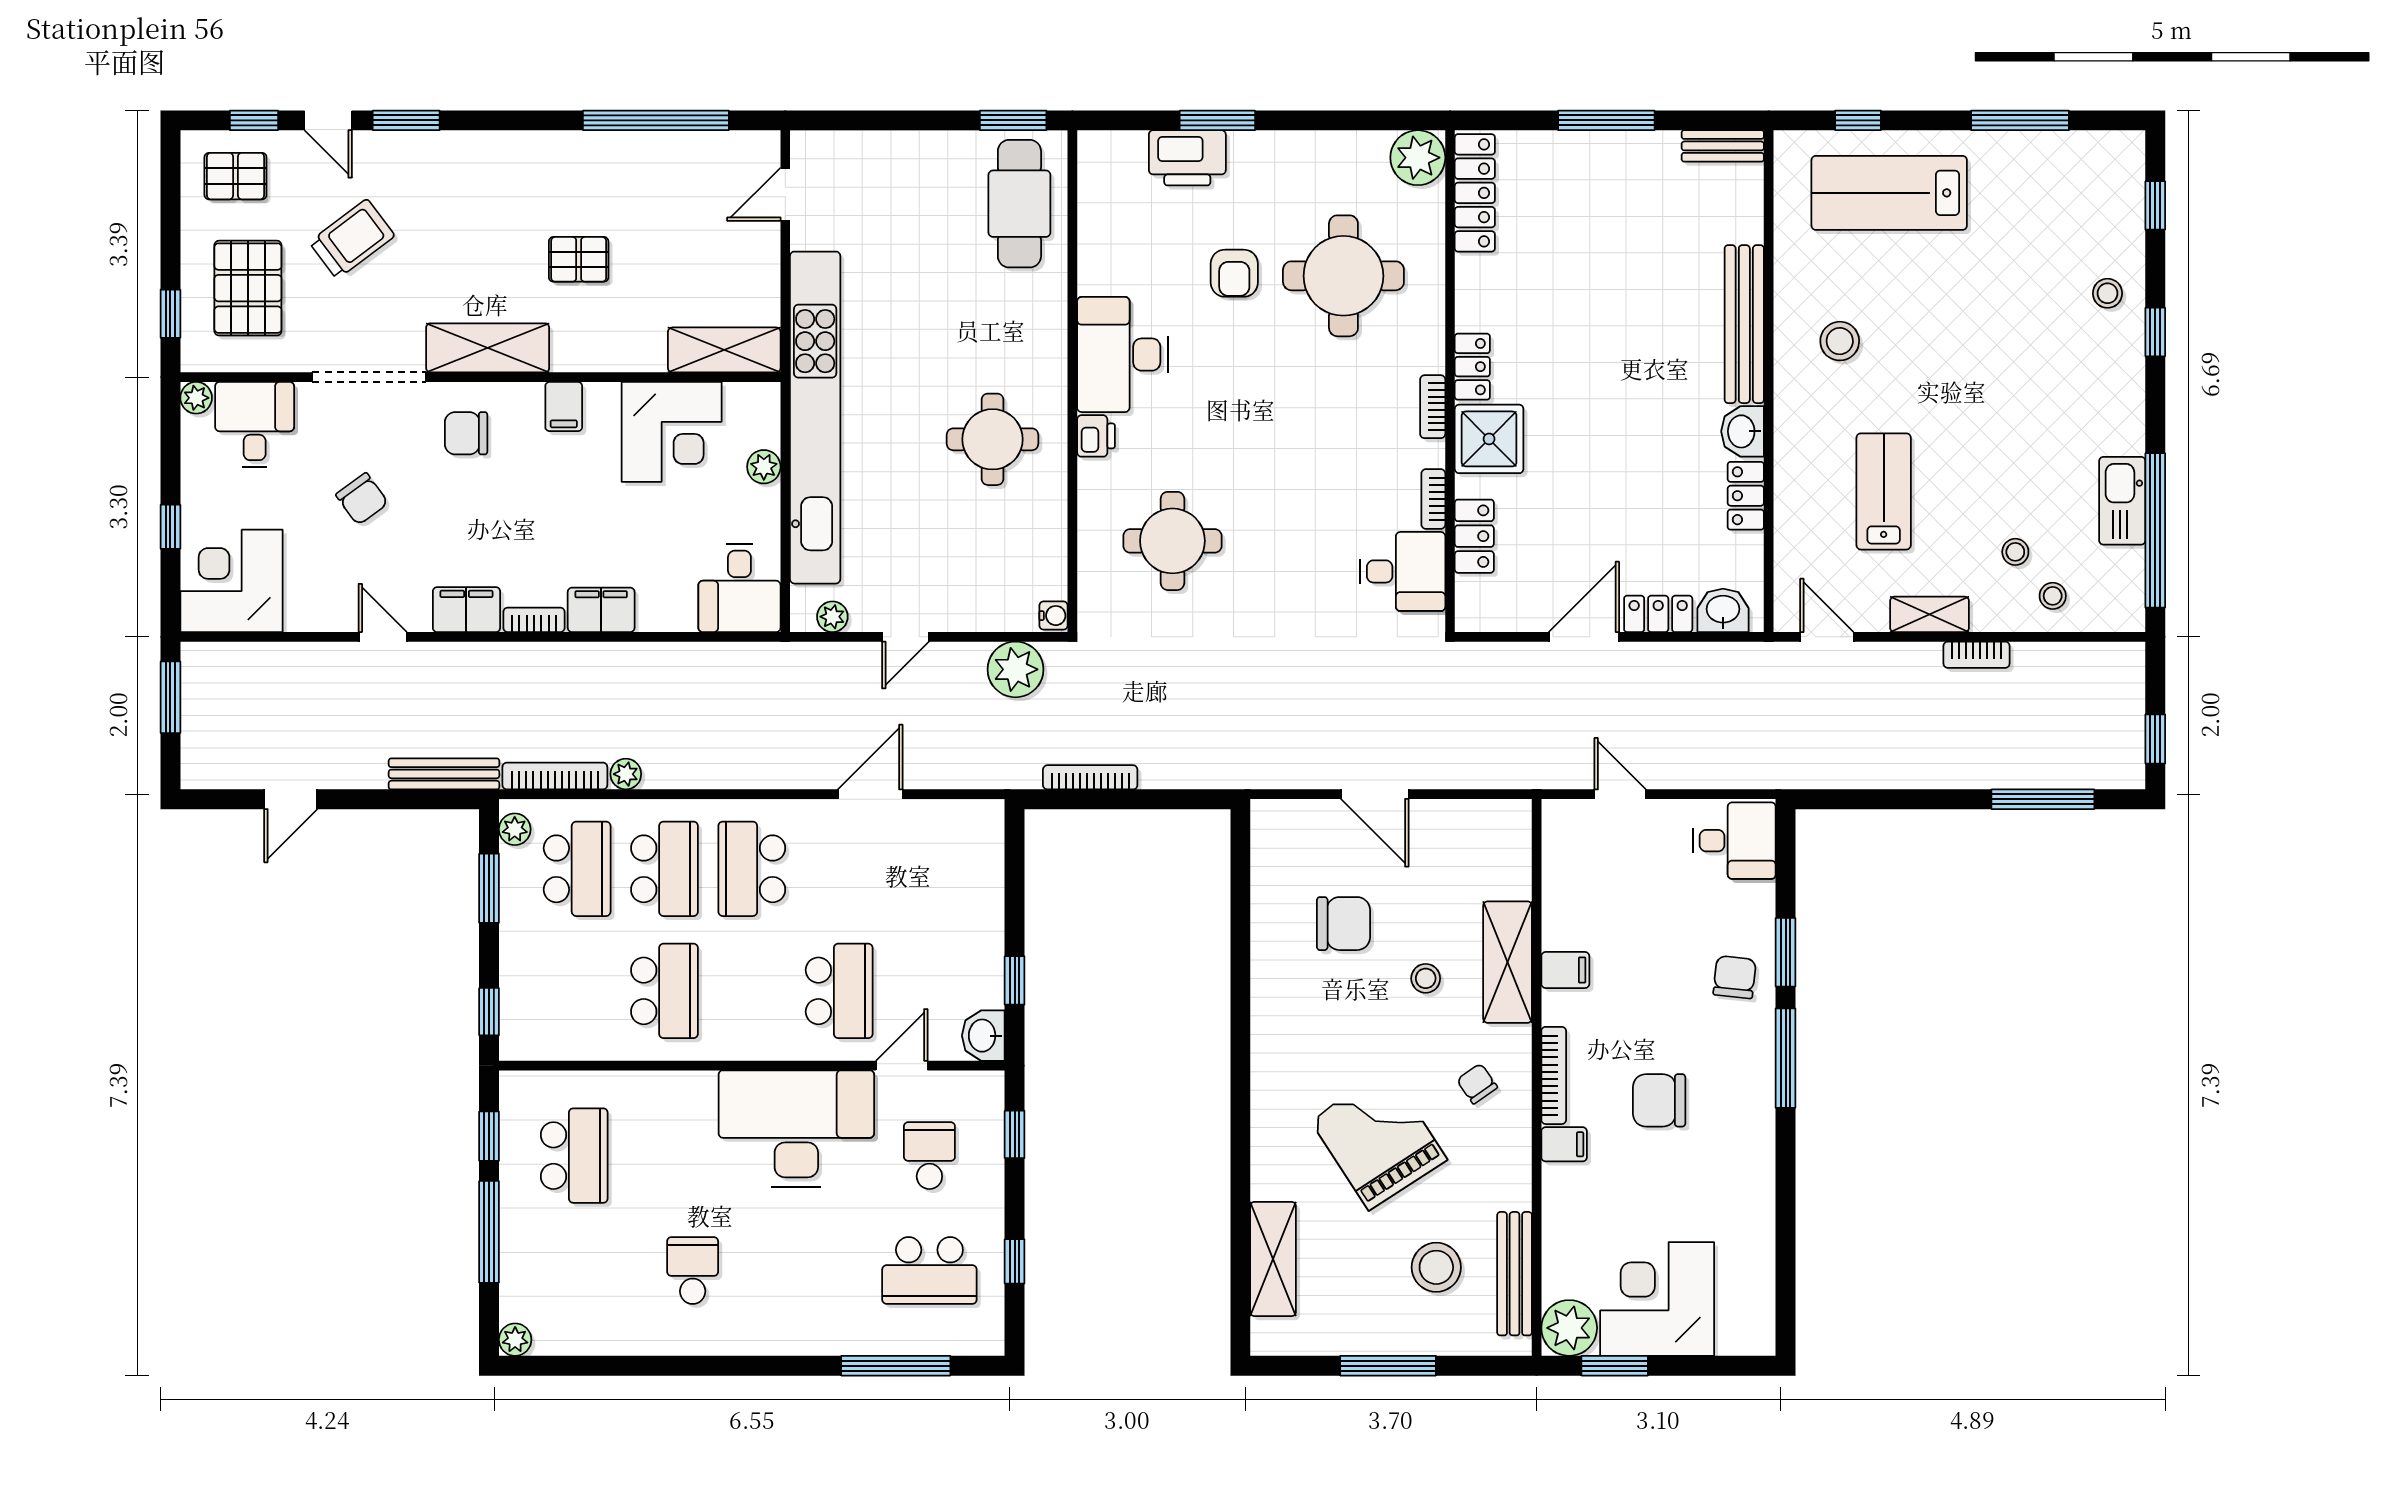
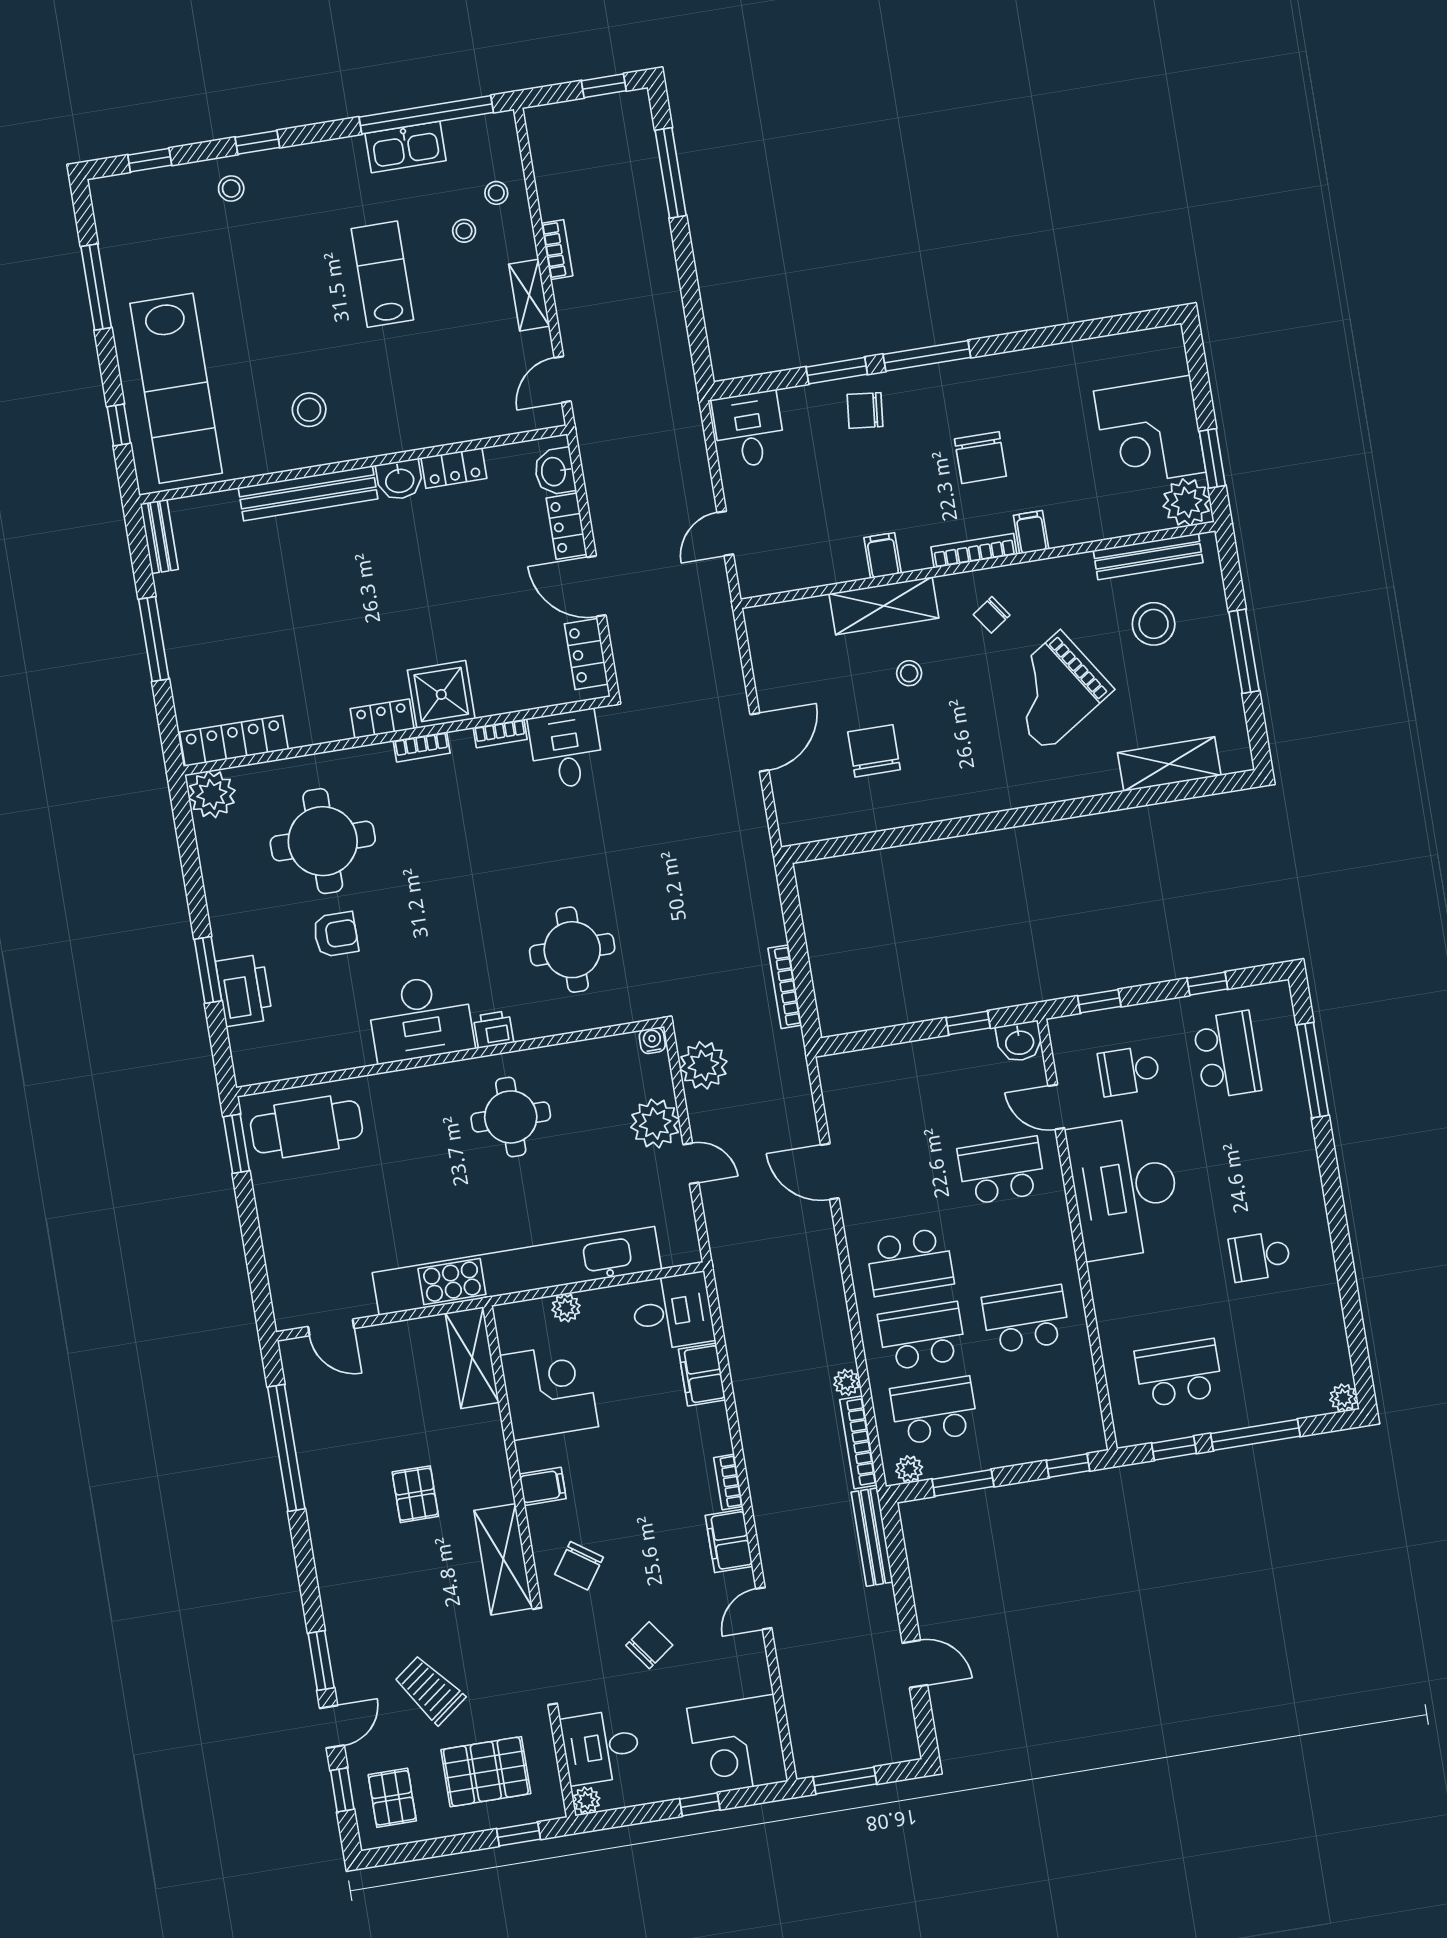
lab bench: (1889, 193) -> (176, 388), width x1.36
chair: (466, 433) -> (579, 1566), turned 35
lab bench: (1884, 491) -> (382, 274), moved, turned 90
locker: (1474, 536) -> (586, 654), moved, turned -90
filing cabinet: (601, 610) -> (702, 1375), moved
plant: (832, 617) -> (655, 1123), moved, width x1.87, depth x1.87

